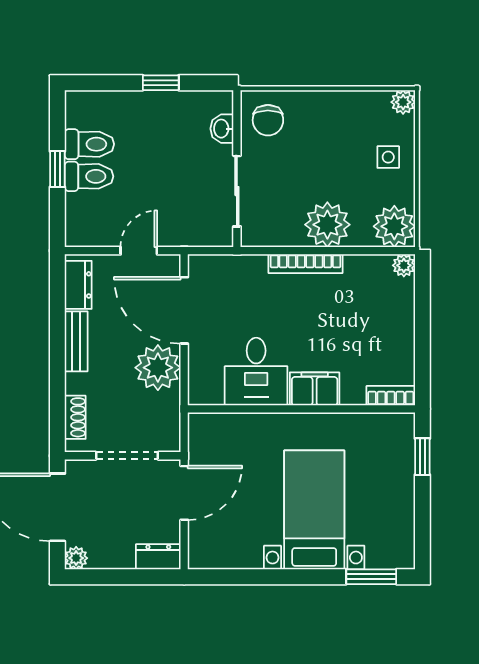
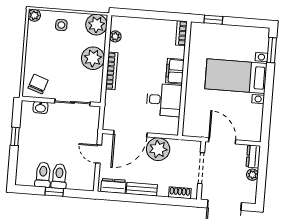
chair: (268, 120) -> (38, 84), turned -71
plant: (404, 265) -> (115, 36), moved
plant: (76, 558) -> (252, 175), moved

